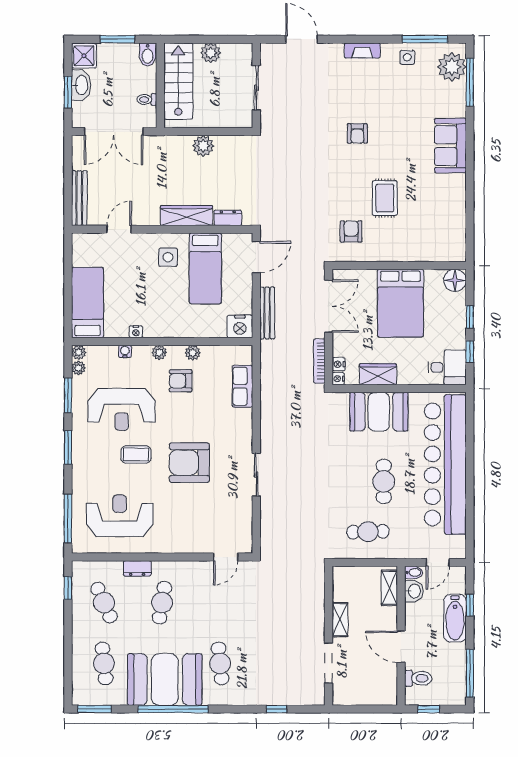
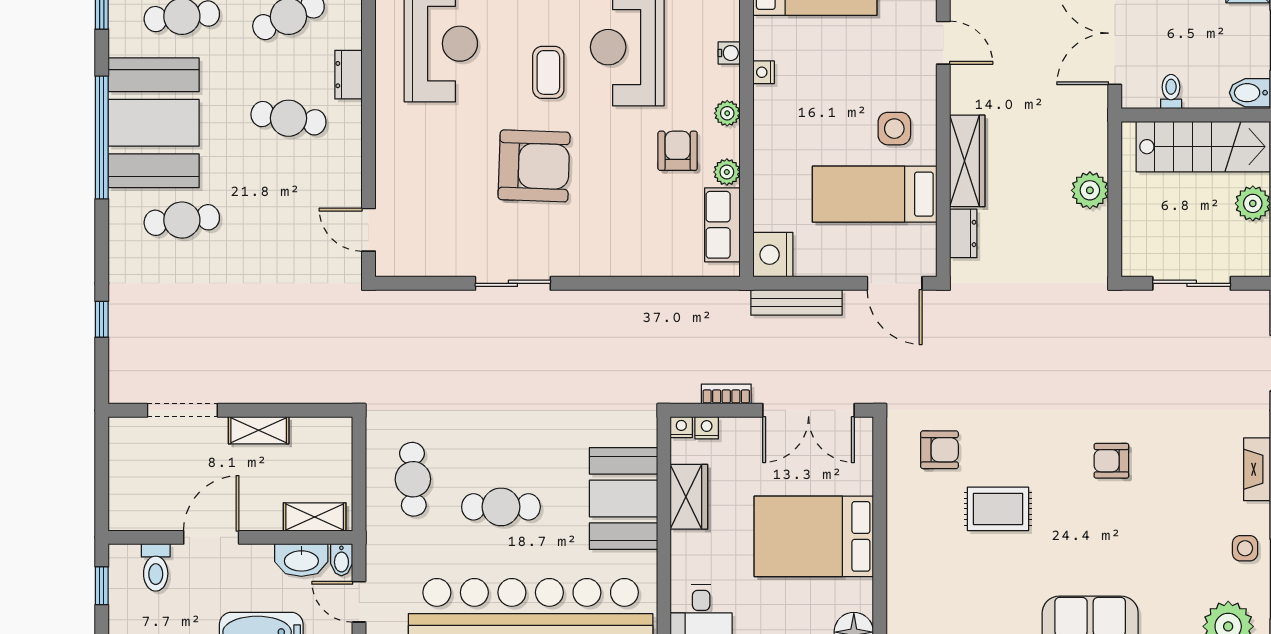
bookcase: (319, 361) -> (726, 394), width x0.64
row of seats: (242, 386) -> (722, 225), moved, turned -90
armchair: (189, 463) -> (534, 166), turned 92
washbasin: (414, 591) -> (301, 560), width x1.38

